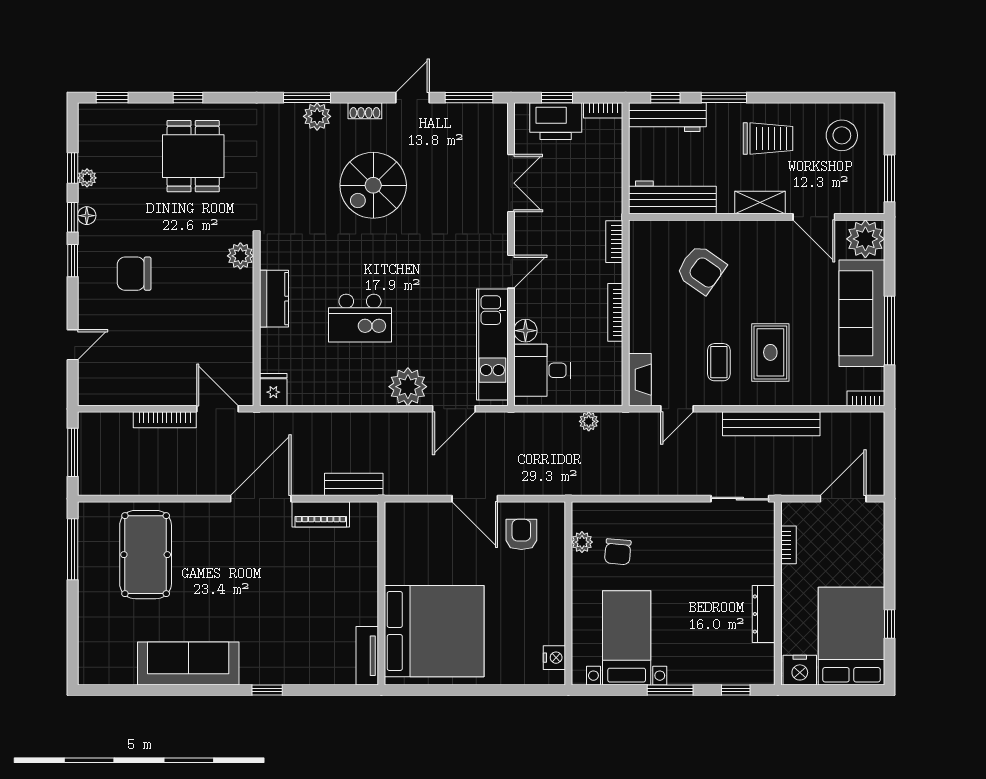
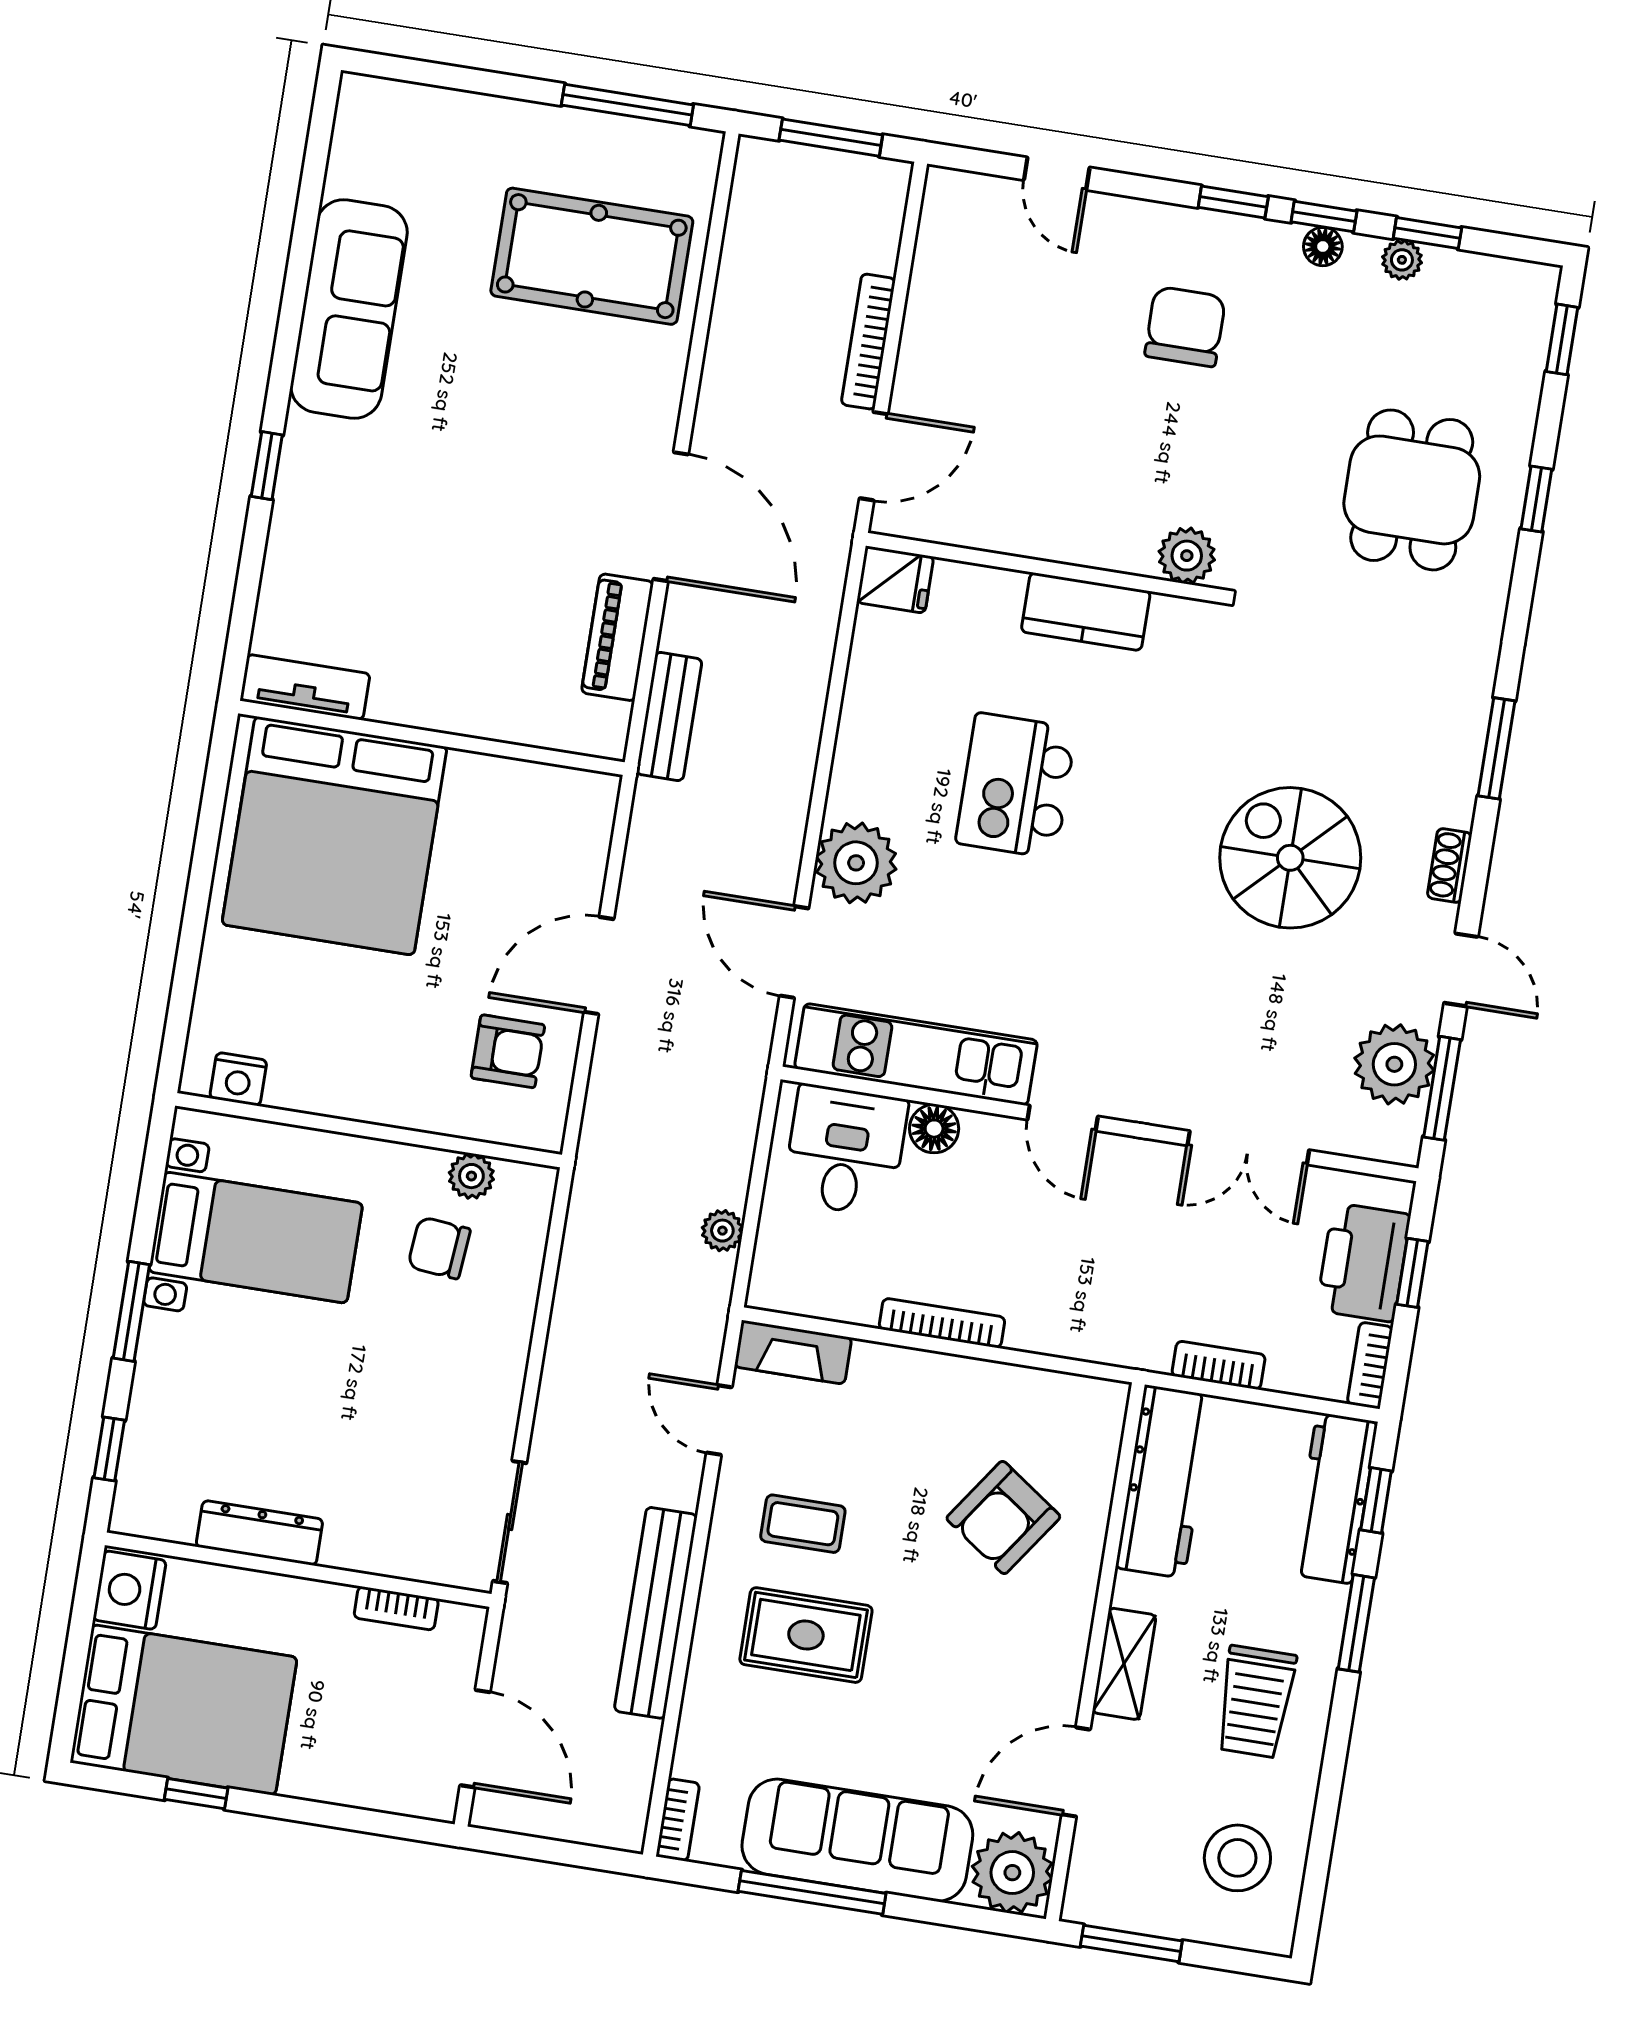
plant: (317, 116) -> (1394, 1064), moved, width x1.36, depth x1.36
dining table: (193, 156) -> (1412, 490), turned 90
bookcase: (614, 242) -> (1219, 1365), moved

